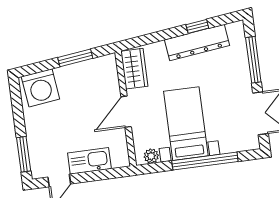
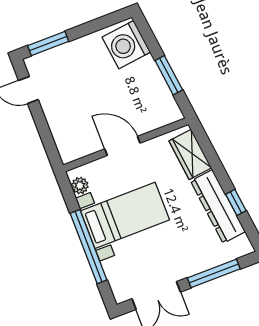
wardrobe: (134, 69) -> (190, 154), moved, turned 83
kitchen sink: (89, 161) -> (58, 118), removed

